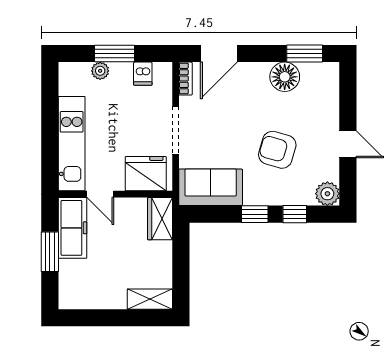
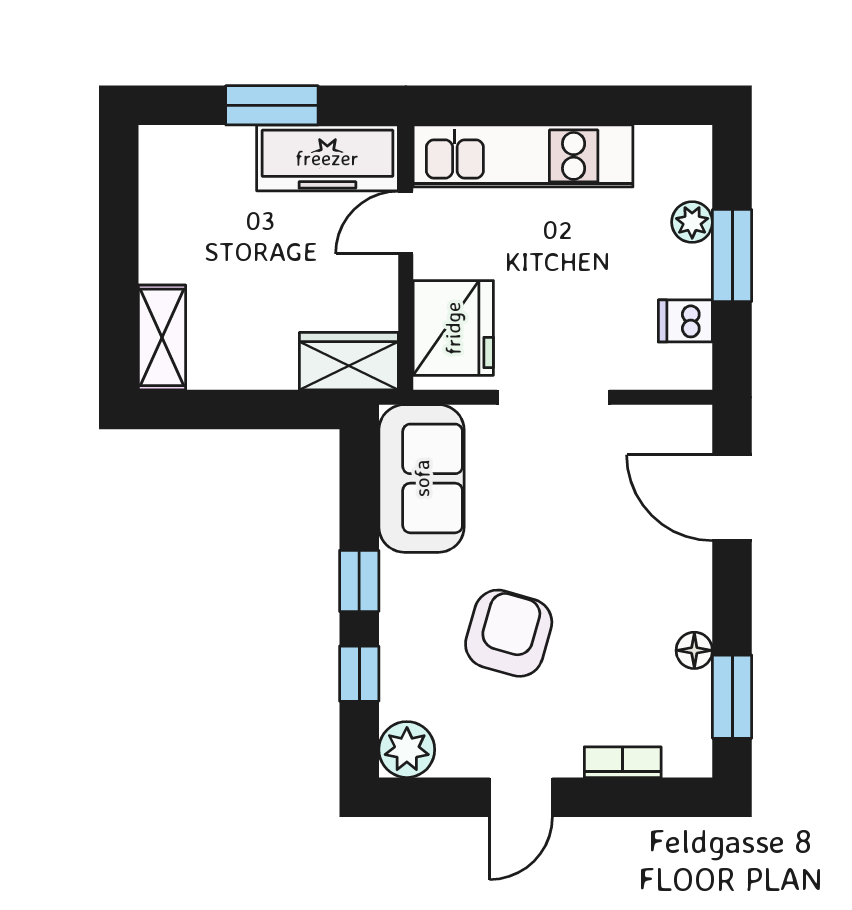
floor lamp: (285, 77) -> (694, 650), width x0.53, depth x0.53
bookcase: (185, 79) -> (623, 762), moved, turned 180

